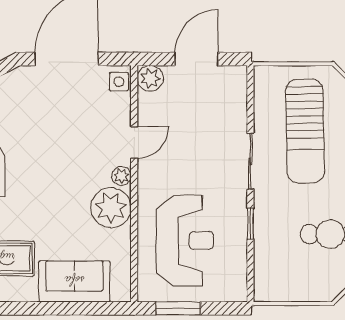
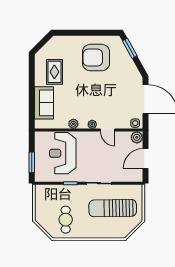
door: (197, 59) -> (146, 159), swing flipped
plant: (111, 208) -> (73, 124), width x0.53, depth x0.53
reception desk: (185, 241) -> (63, 153), turned 90
window: (178, 308) -> (32, 162), moved

